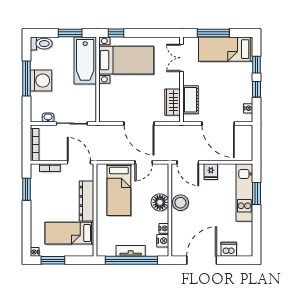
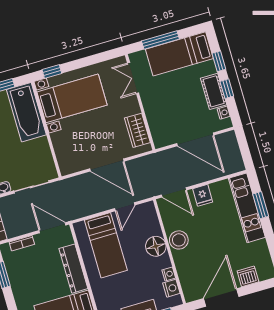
cot: (190, 100) -> (214, 91), moved

